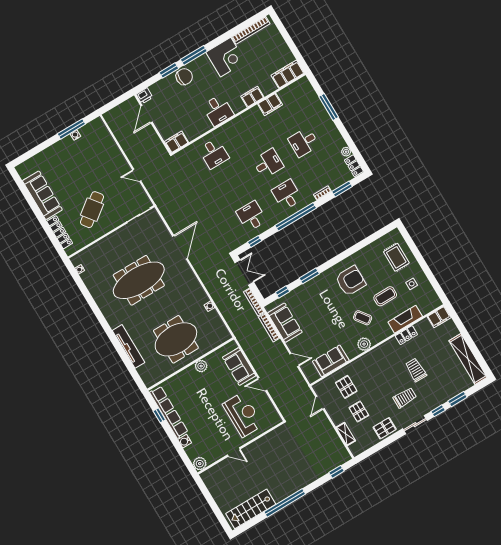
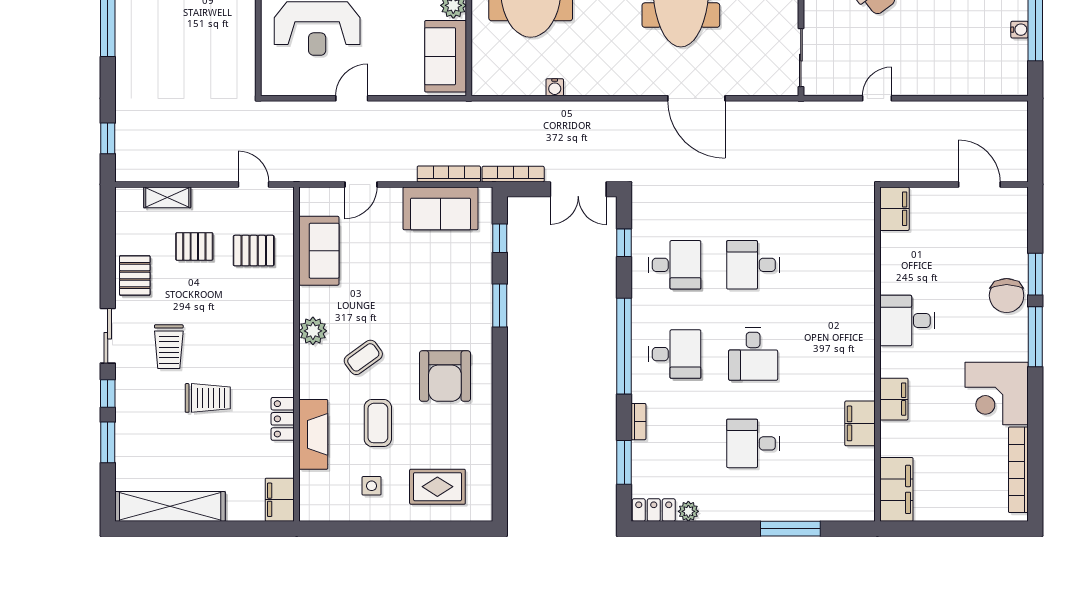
printer: (144, 96) -> (1015, 201), removed
desk: (304, 142) -> (753, 443), turned -90
desk: (214, 154) -> (753, 265), moved
sofa: (239, 366) -> (446, 56), moved, turned -90

